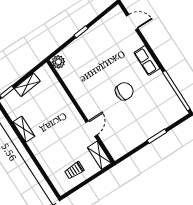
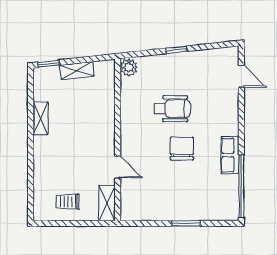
row of seats: (147, 60) -> (230, 155), moved
wheelchair: (102, 70) -> (172, 109), added
chair: (124, 91) -> (182, 149), turned -90
door: (92, 129) -> (118, 167), hinge flipped

